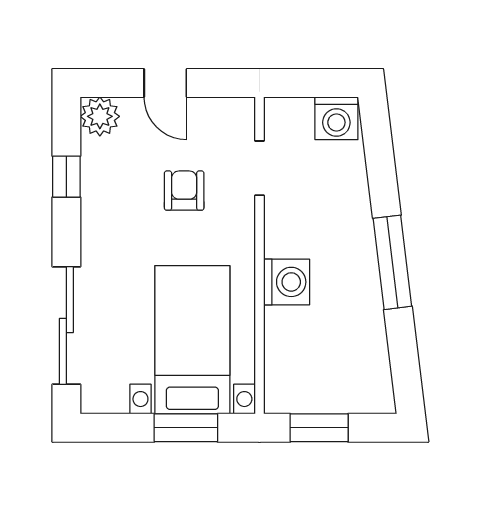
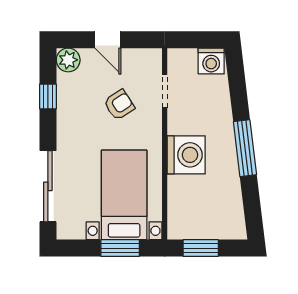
armchair: (184, 191) -> (119, 105), turned 57
washing machine: (287, 282) -> (186, 155), width x1.37, depth x1.37

